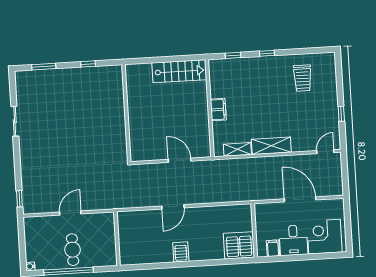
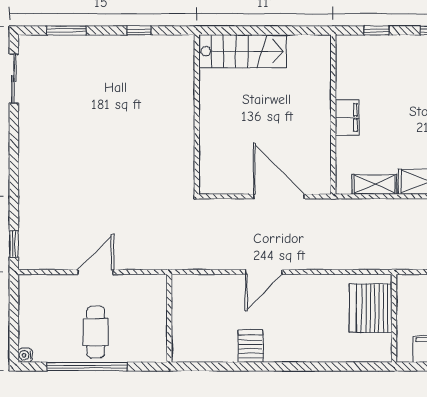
stairs: (179, 71) -> (243, 51), moved
sliding door: (15, 121) -> (14, 79), moved
door: (180, 160) -> (279, 196), width x1.36
server rack: (239, 245) -> (371, 308), moved, turned -90
server rack: (181, 252) -> (251, 346), moved

